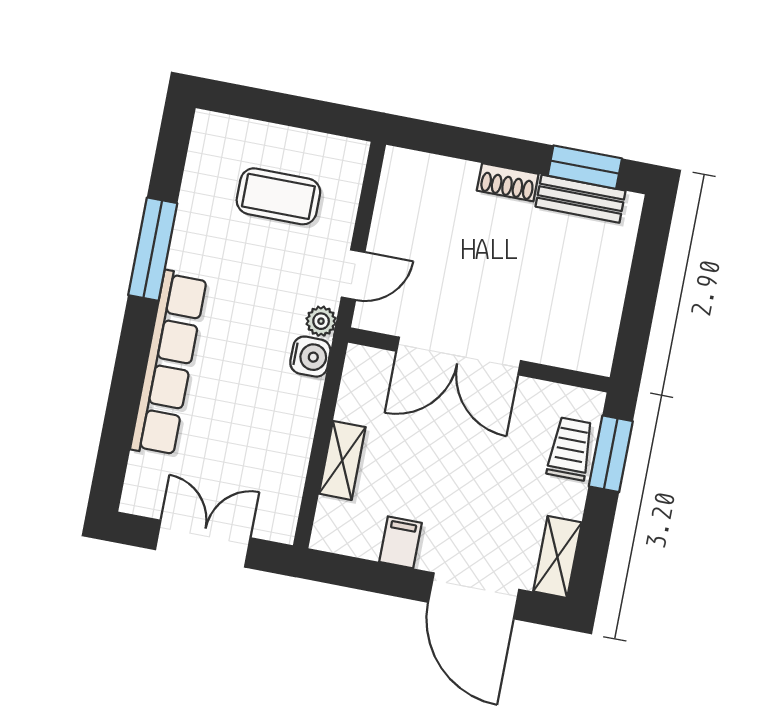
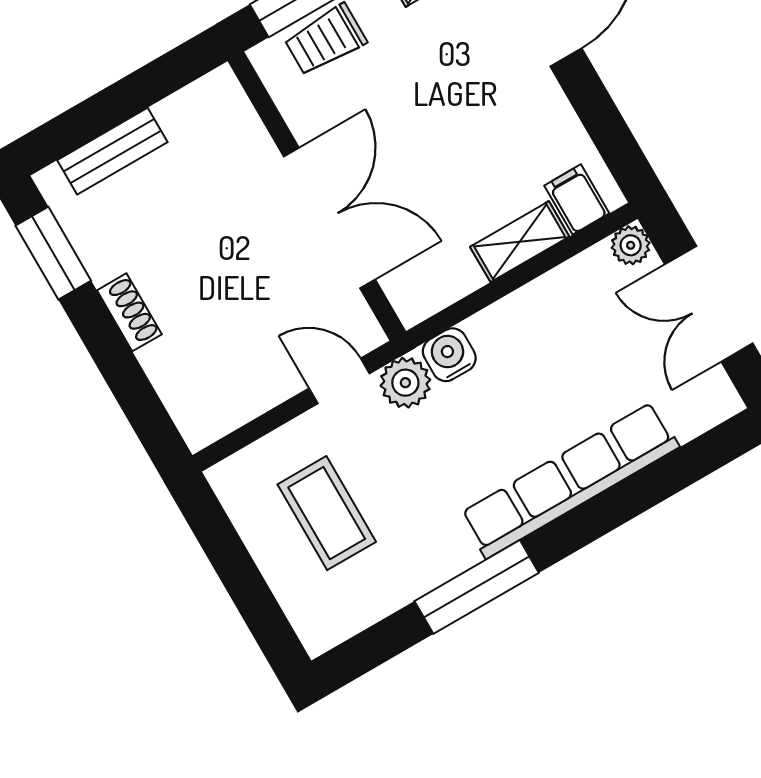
bench: (581, 199) -> (112, 151), moved, turned 90
plant: (321, 321) -> (405, 383), width x1.38, depth x1.38
plant: (281, 527) -> (631, 245), added
filing cabinet: (401, 542) -> (577, 199), moved, turned 90

